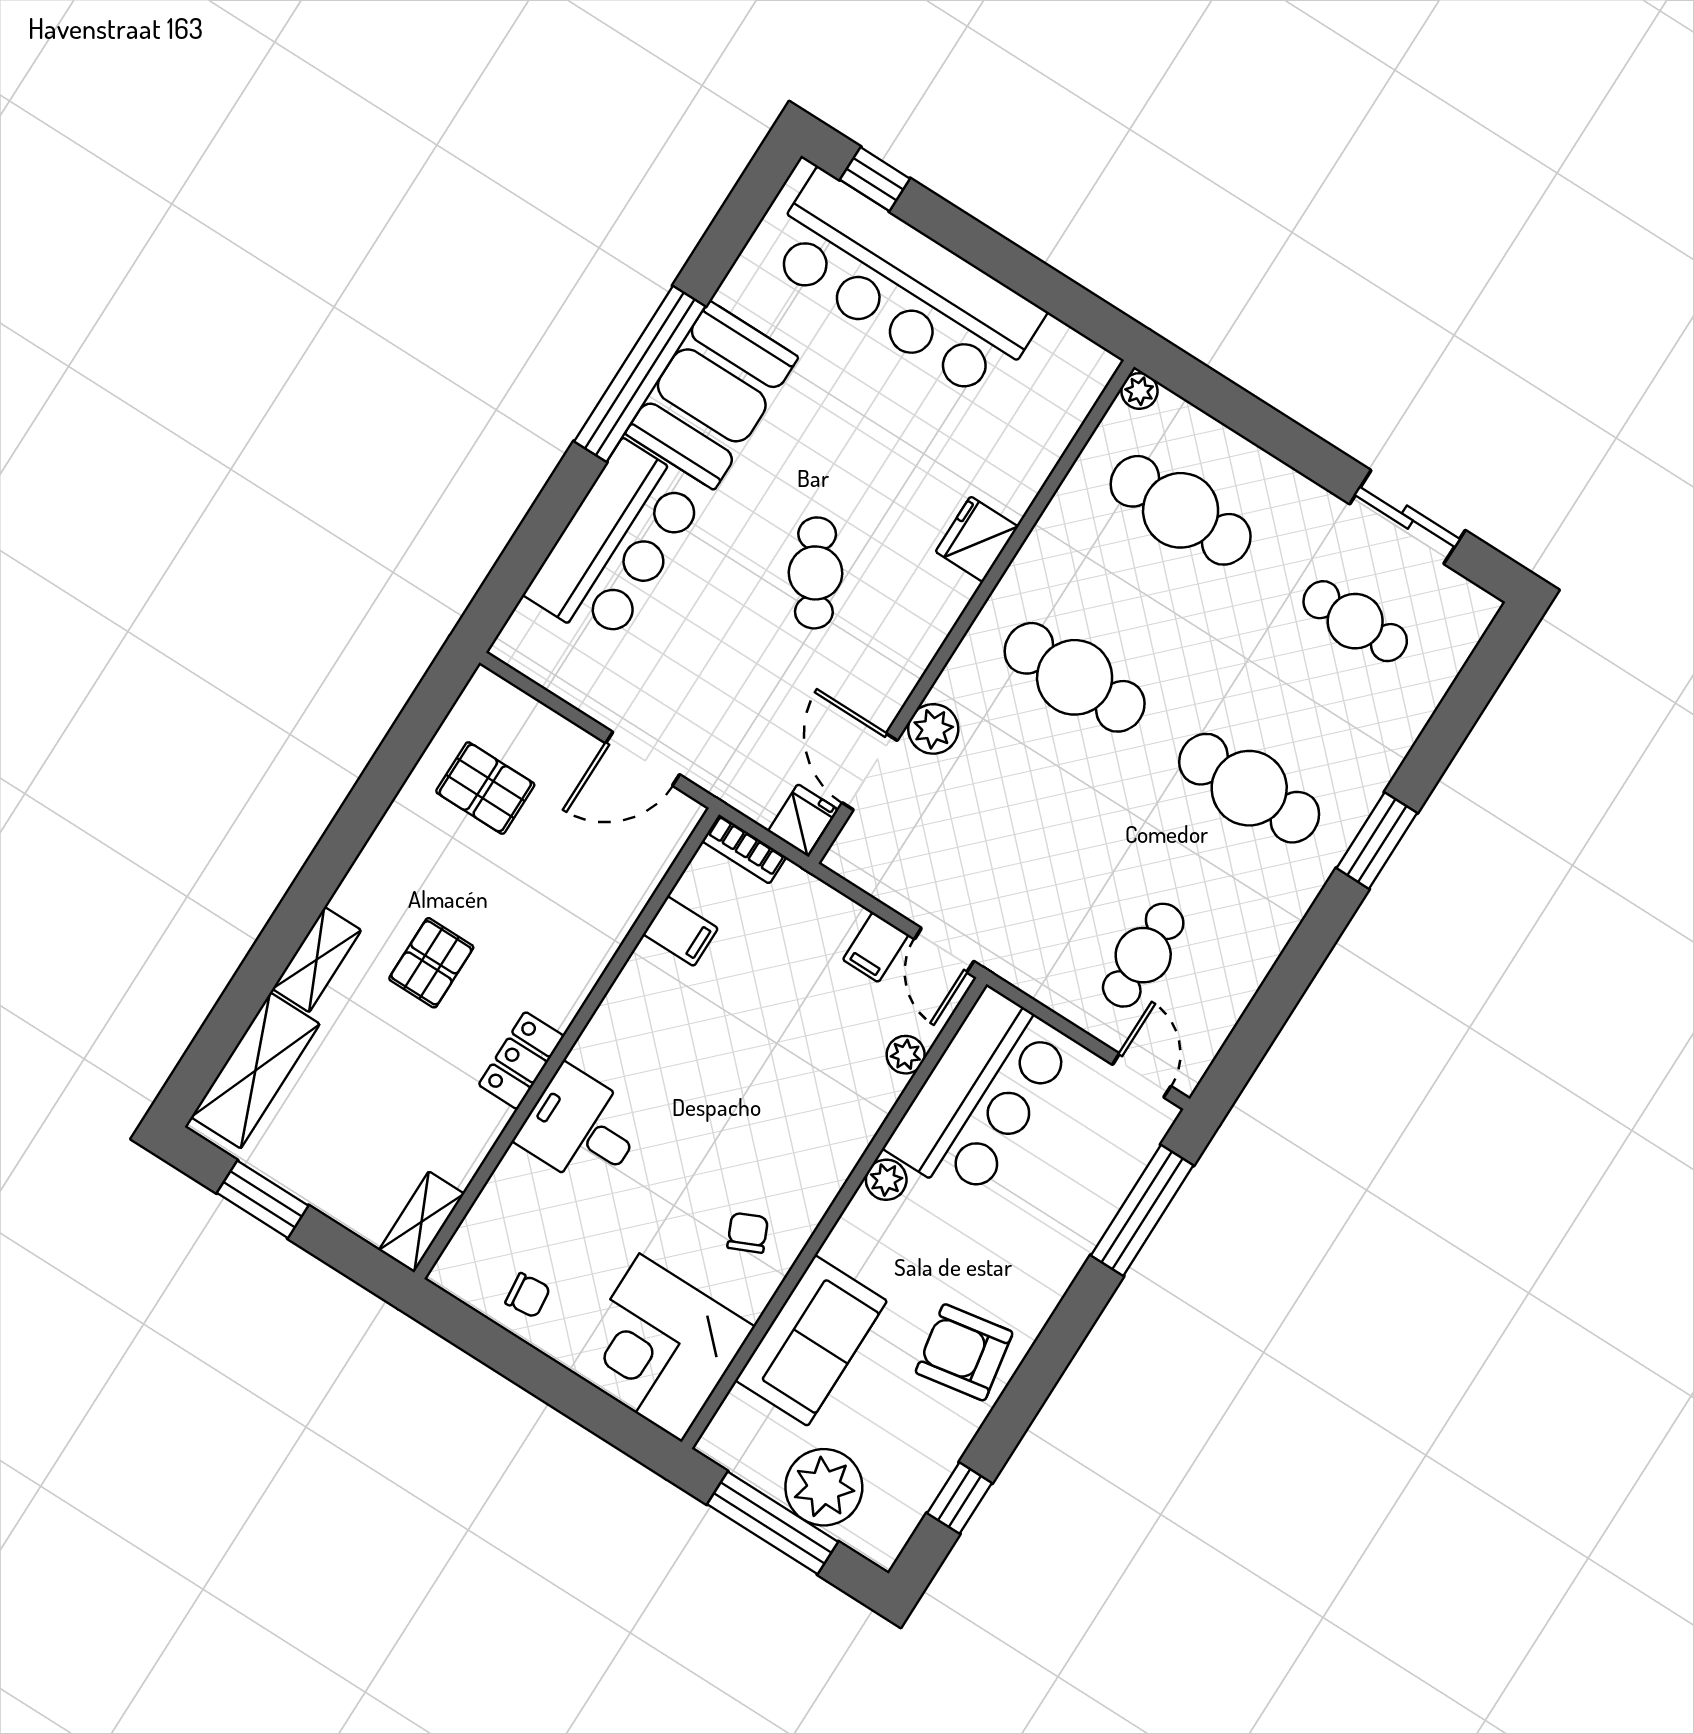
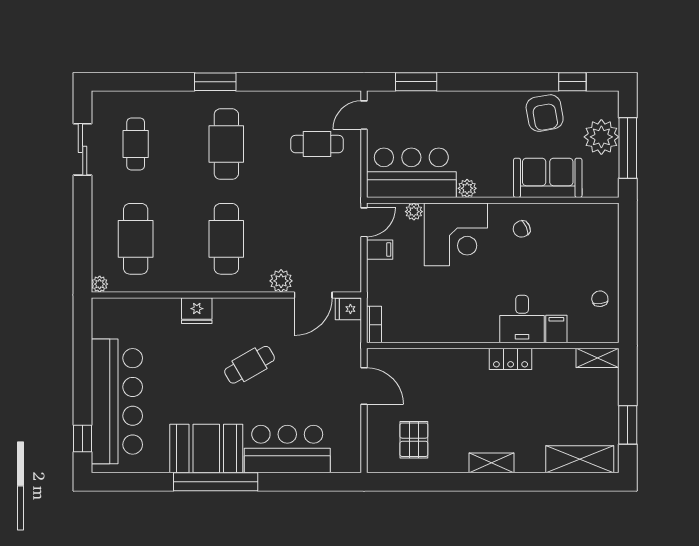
filing cabinet: (680, 931) -> (556, 329), moved
shelving: (317, 960) -> (491, 463), moved
pallet: (431, 963) -> (495, 418), removed
window: (1142, 1210) -> (416, 82), width x0.69
corner desk: (661, 1348) -> (456, 234), moved
armchair: (964, 1352) -> (545, 113), moved

